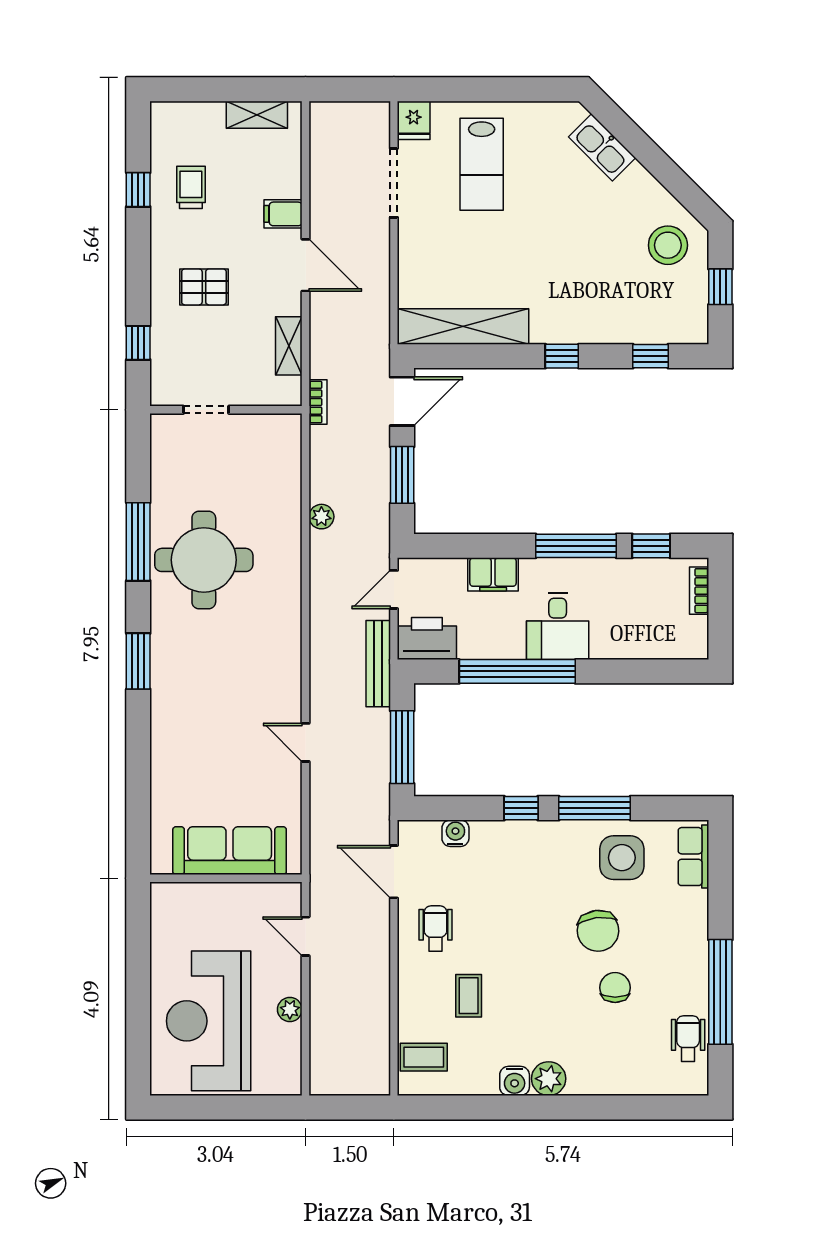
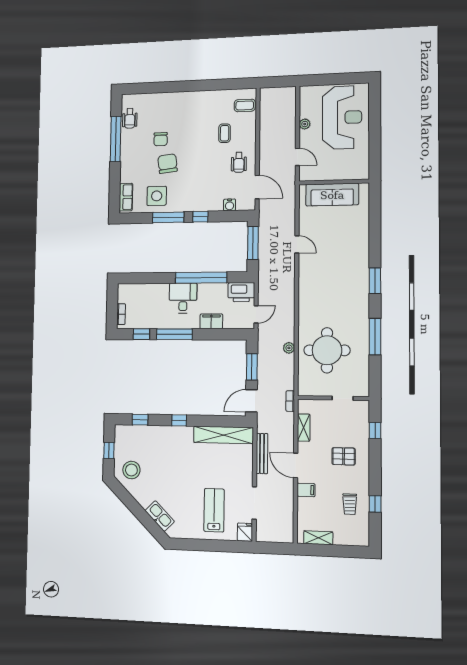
round table: (204, 560) -> (327, 350), moved
bench: (378, 664) -> (262, 454), moved
plant: (549, 1079) -> (190, 98), removed
water cooler: (515, 1081) -> (205, 97), removed

